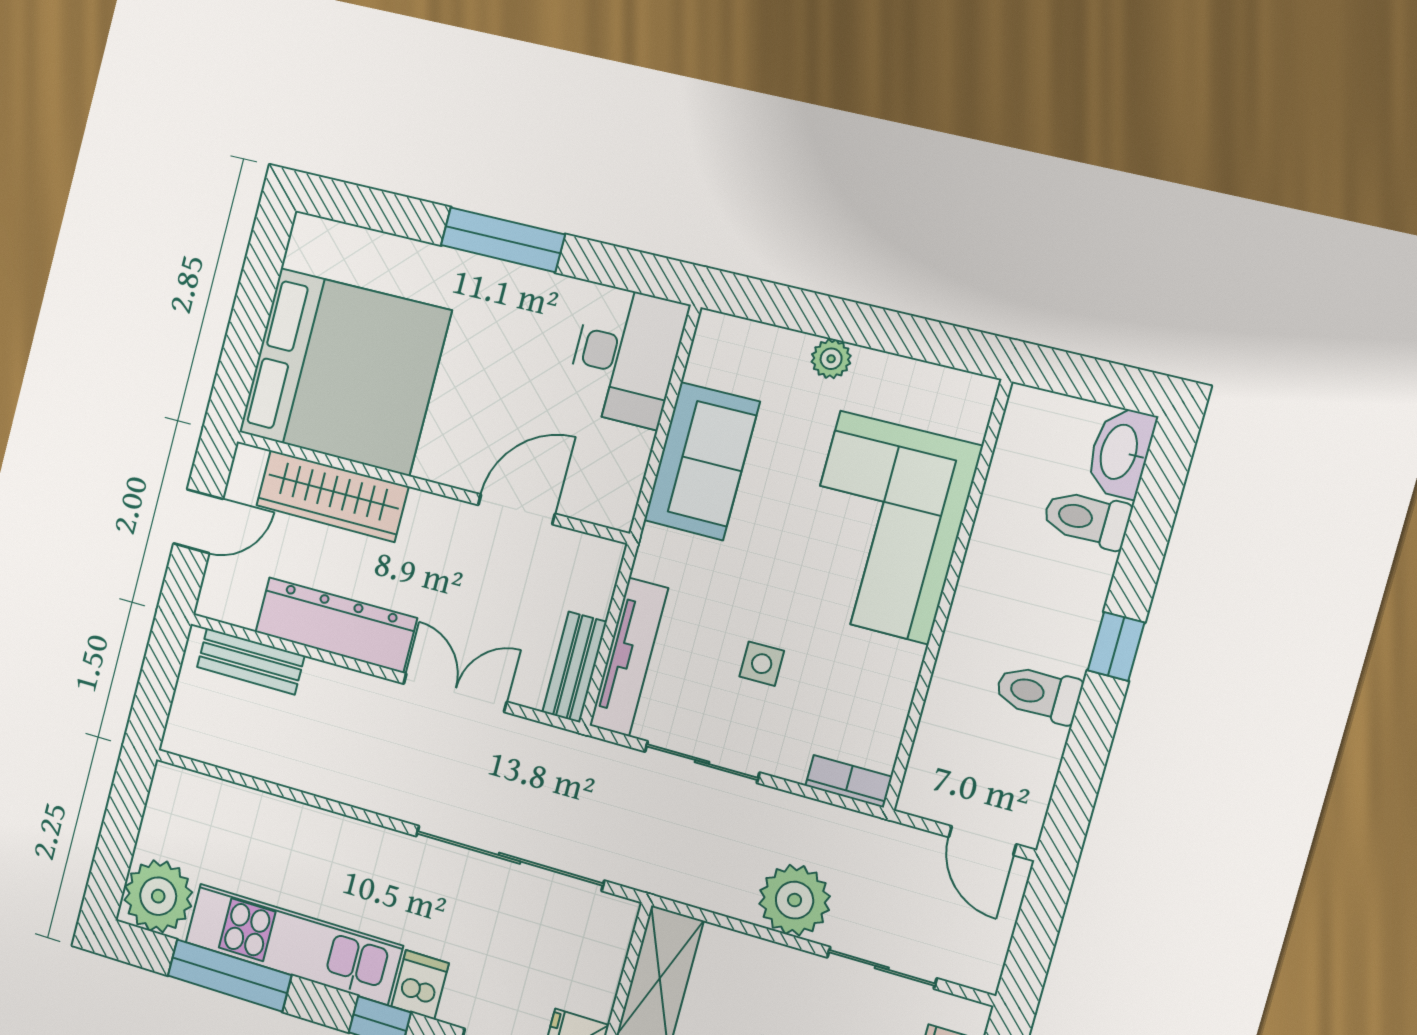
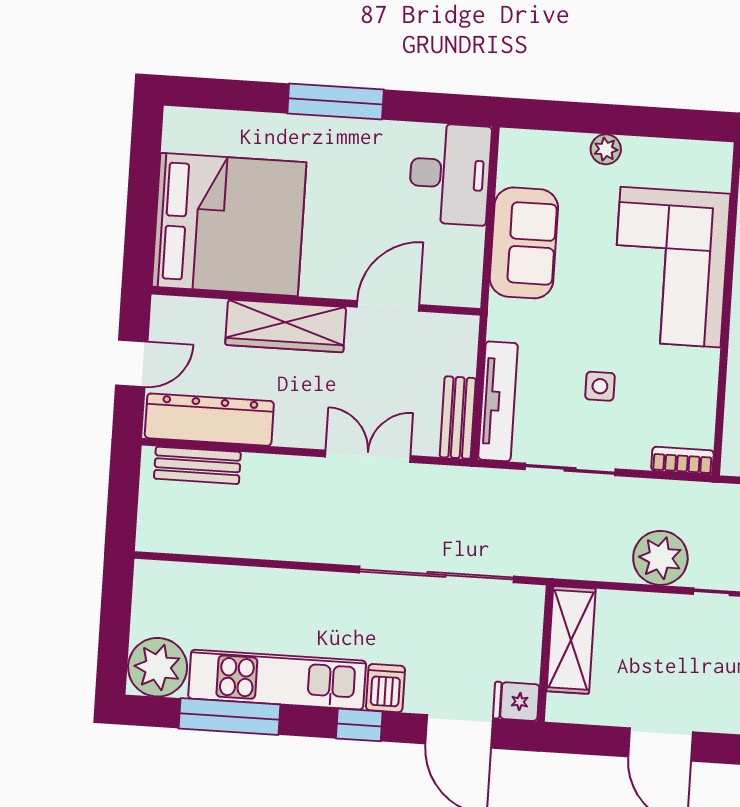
wardrobe: (332, 496) -> (286, 326), moved
dresser: (336, 625) -> (209, 420), moved

